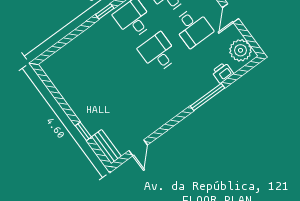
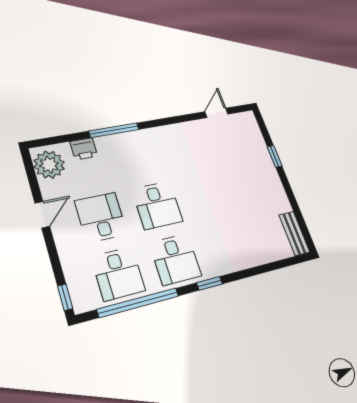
bench: (106, 147) -> (294, 233), moved

